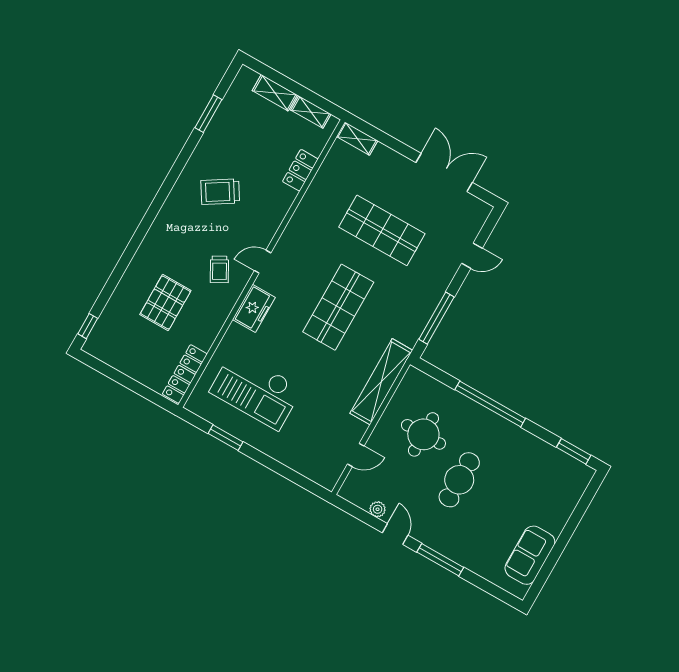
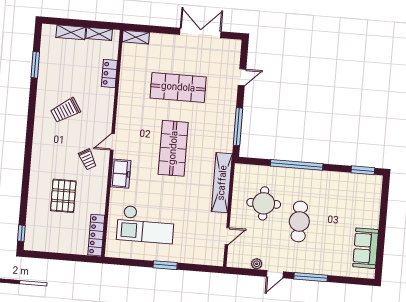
window: (226, 438) -> (165, 265), moved
door: (395, 534) -> (275, 274), swing flipped

